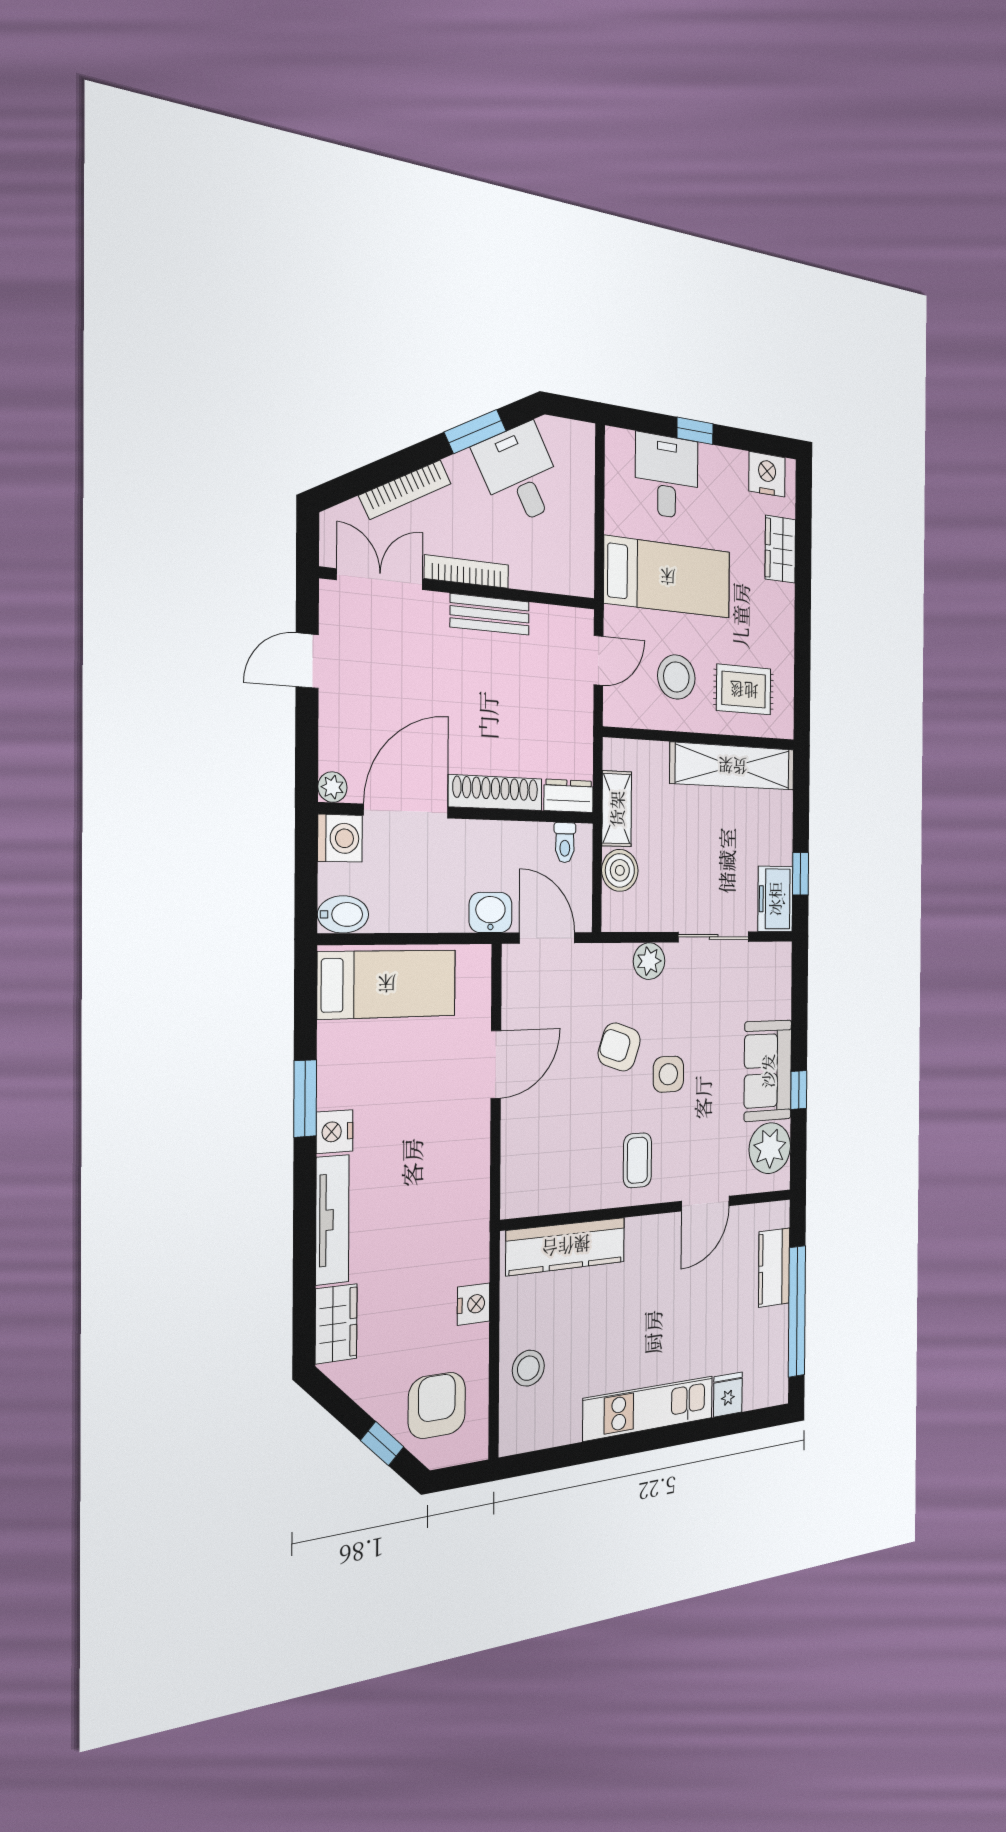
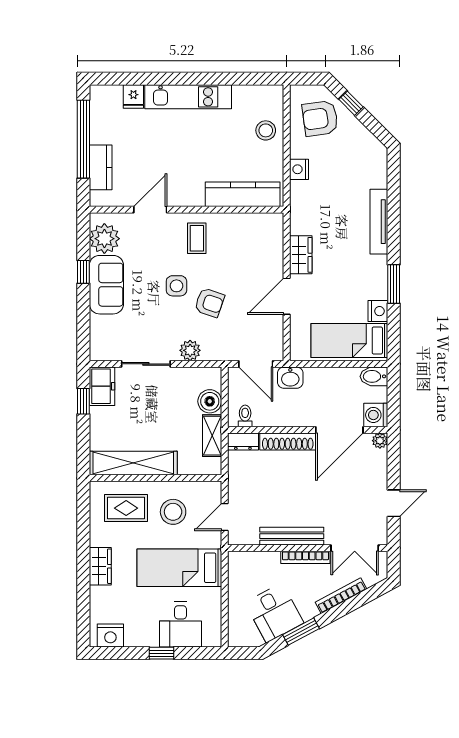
wardrobe: (780, 549) -> (100, 566), moved
bench: (490, 614) -> (292, 536), width x1.36
nightstand: (335, 1132) -> (378, 311), moved
wardrobe: (336, 1324) -> (301, 255), moved, turned 180
armchair: (437, 1405) -> (320, 118), turned 82

